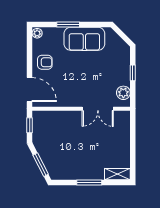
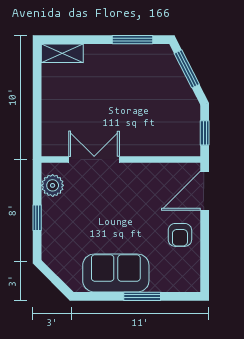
plant: (37, 33) -> (192, 282), removed
armchair: (45, 62) -> (180, 235), turned -90
door: (30, 90) -> (205, 191), hinge flipped
window: (89, 183) -> (132, 40), moved

